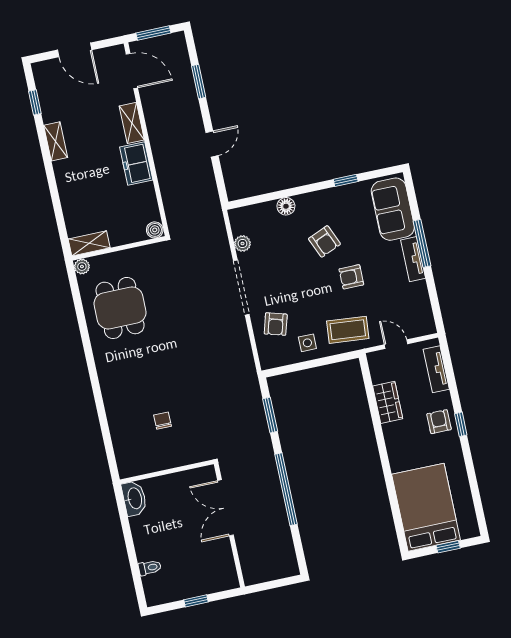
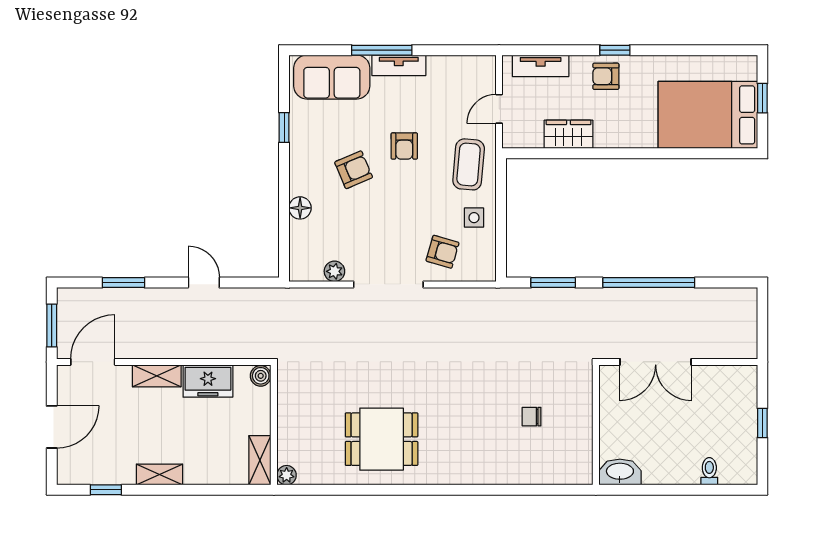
boiler: (155, 230) -> (261, 376), moved
shelving: (89, 243) -> (260, 460), moved
wall: (119, 248) -> (274, 425), moved
plant: (82, 267) -> (287, 475), moved

